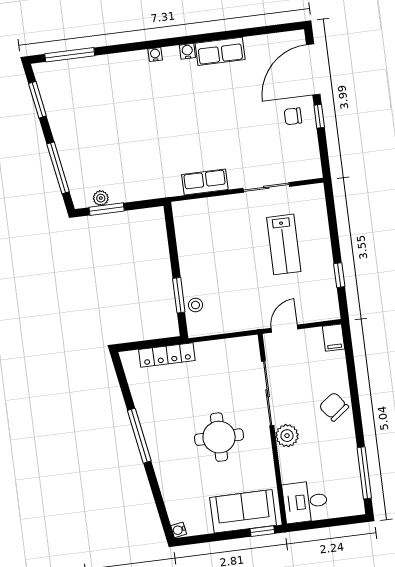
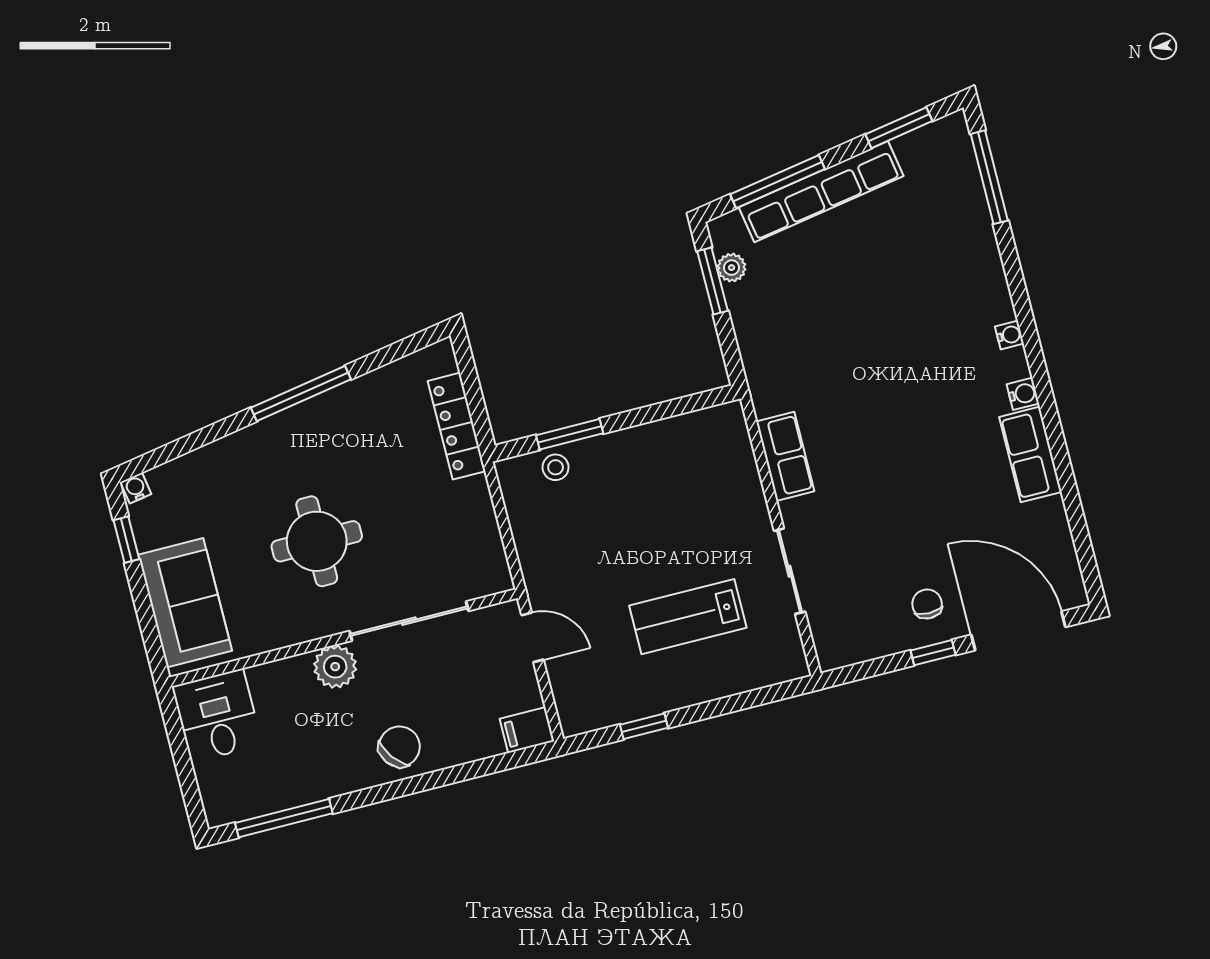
row of seats: (66, 145) -> (821, 192), added
window: (262, 531) -> (126, 540), moved

